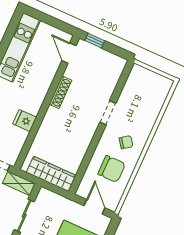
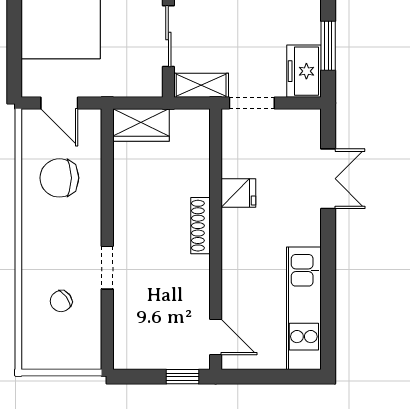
shoe rack: (60, 92) -> (200, 226), moved
chair: (126, 142) -> (61, 301), moved
wardrobe: (51, 174) -> (141, 125), width x0.67

